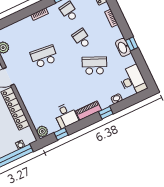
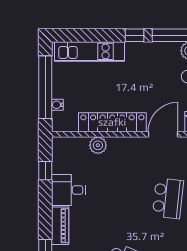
plant: (42, 131) -> (98, 145), moved

